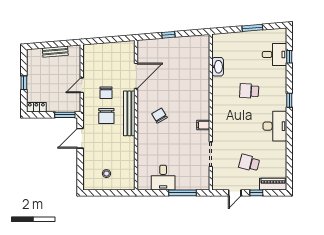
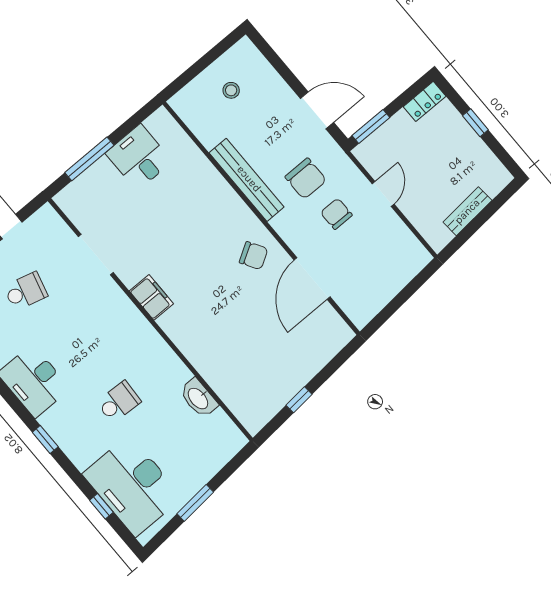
window: (168, 35) -> (299, 400), moved
desk: (275, 55) -> (132, 486), width x1.87, depth x1.30
bench: (129, 113) -> (247, 180), moved
chair: (106, 116) -> (306, 179), turned 180
chair: (159, 116) -> (254, 256), moved
filing cabinet: (203, 125) -> (151, 297), width x2.00
door: (80, 138) -> (317, 110), hinge flipped

